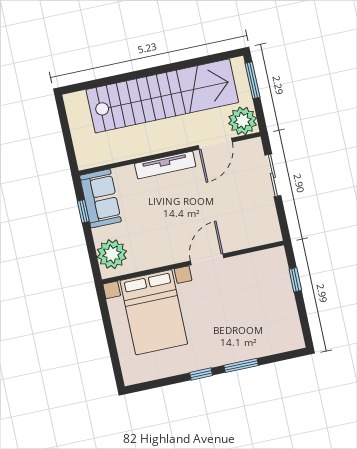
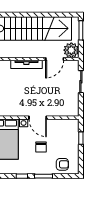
door: (207, 259) -> (38, 118), swing flipped
chair: (225, 312) -> (41, 147), added
armchair: (271, 336) -> (62, 164), added

